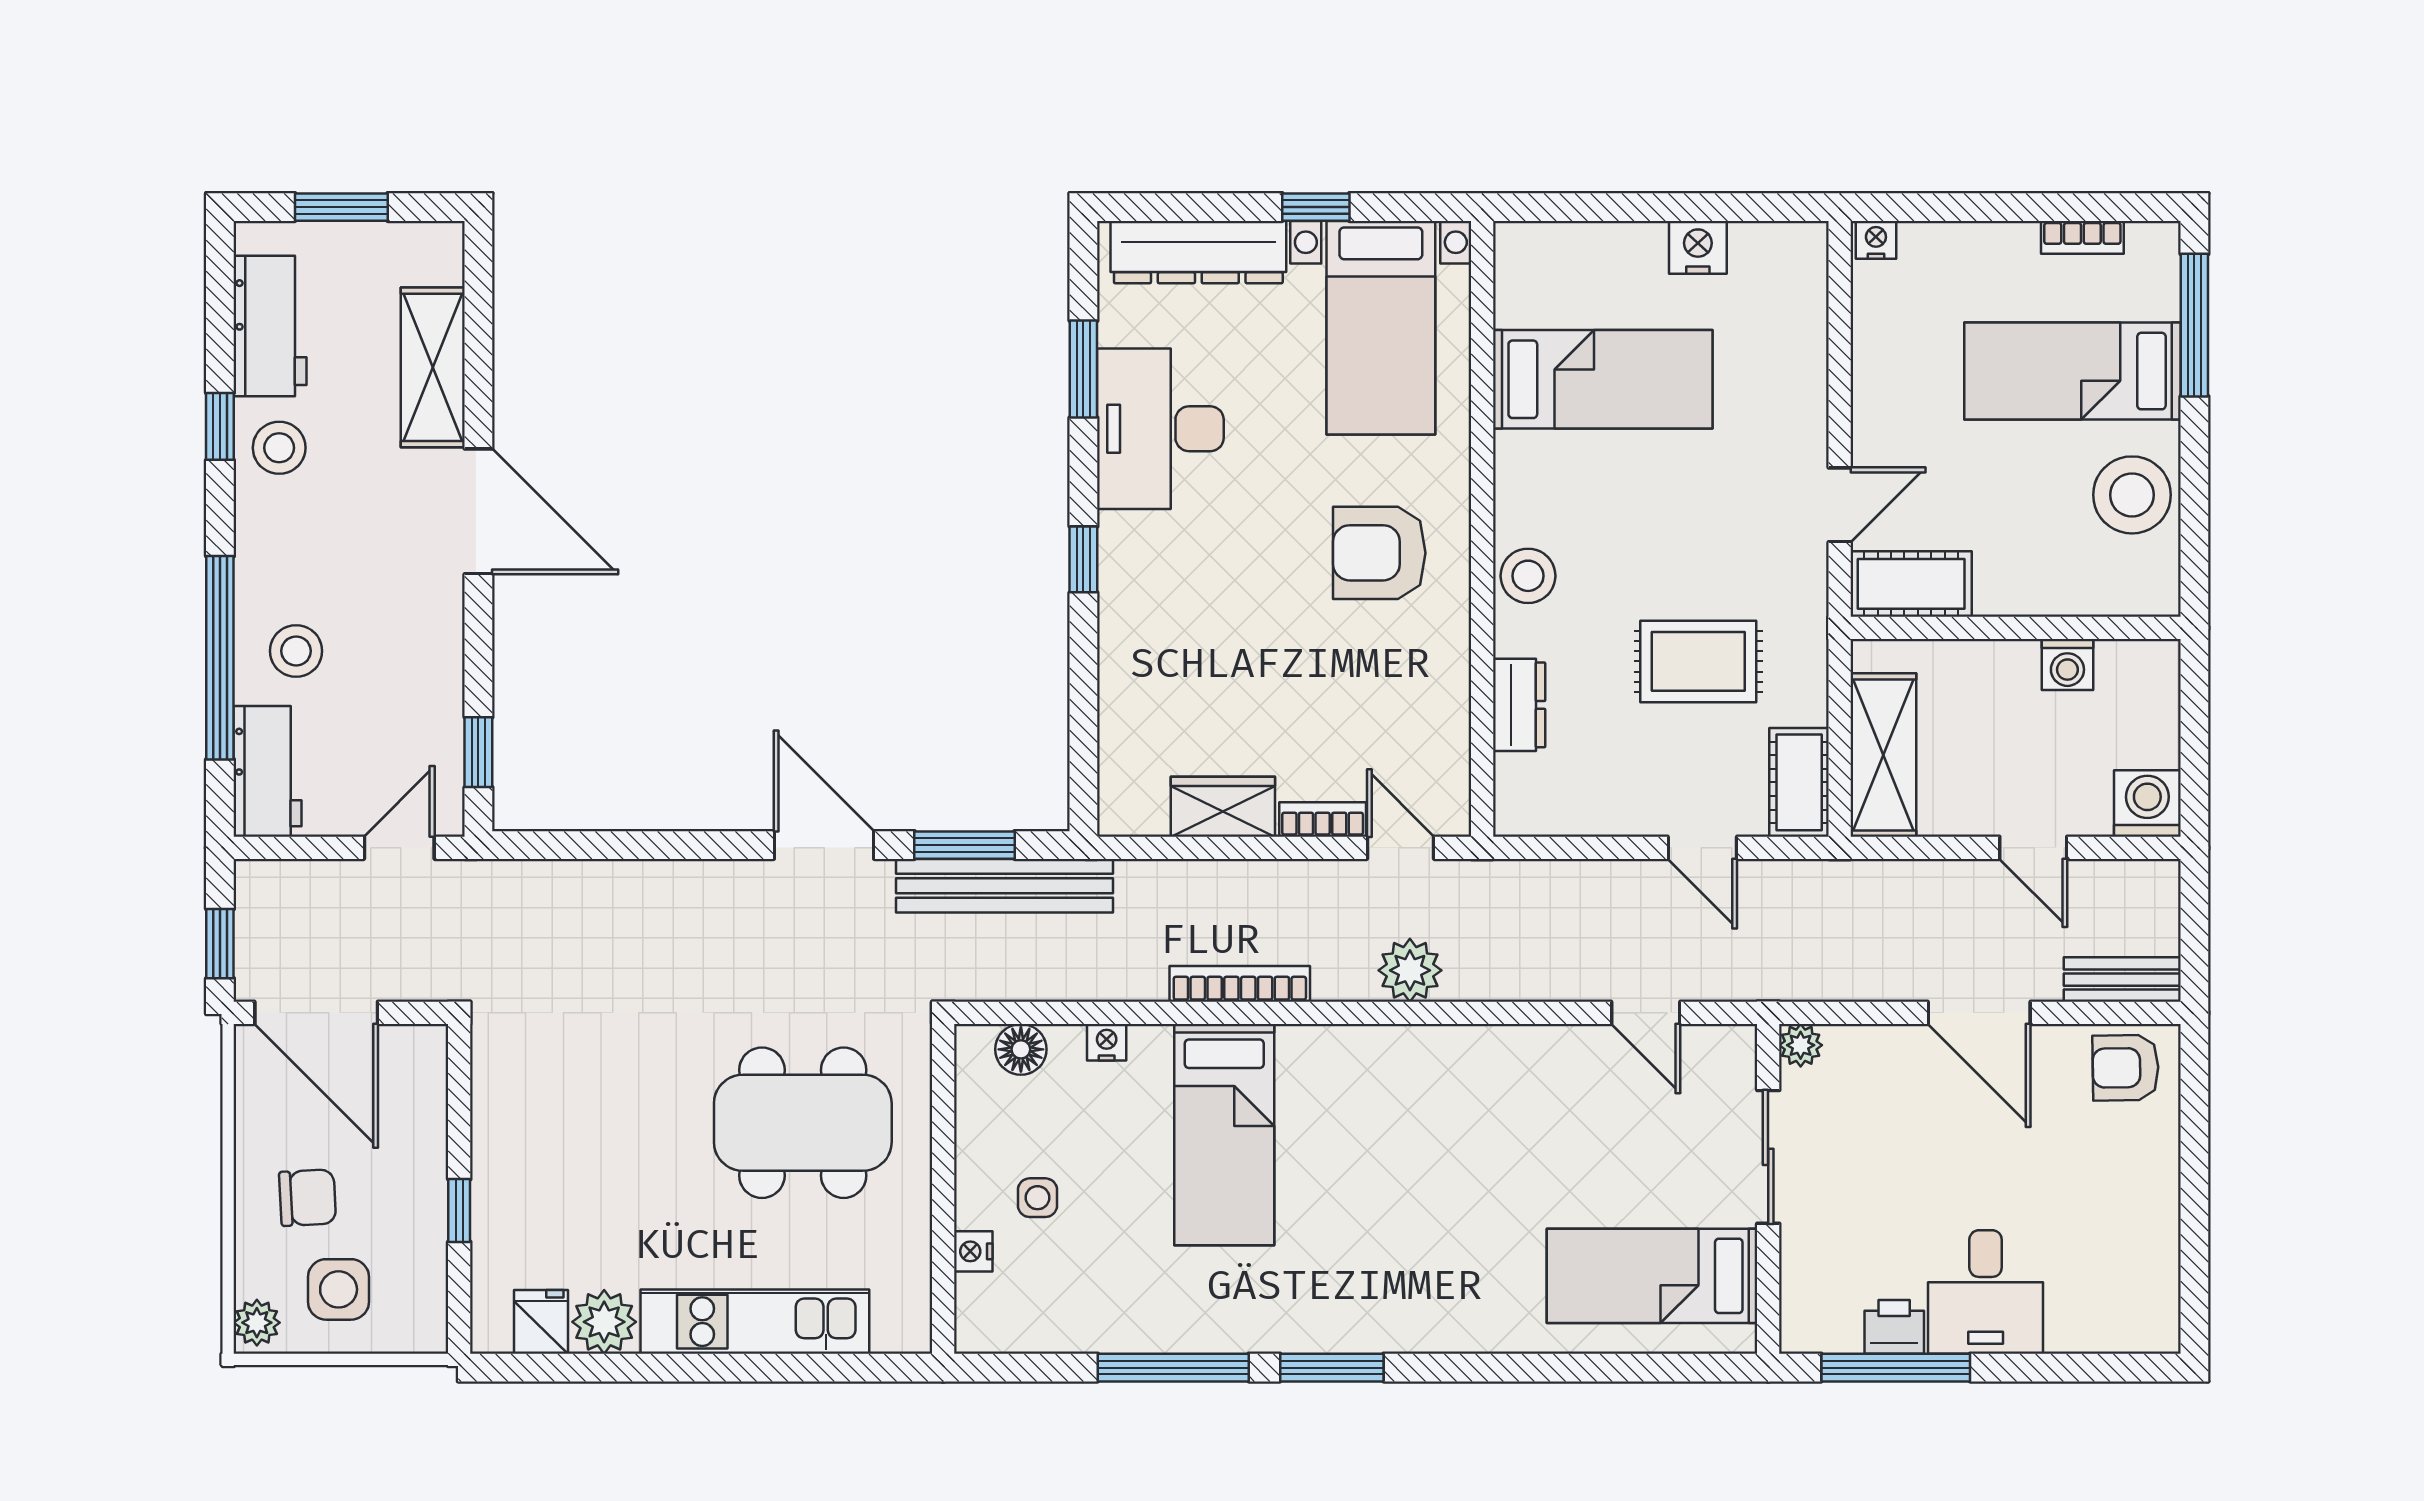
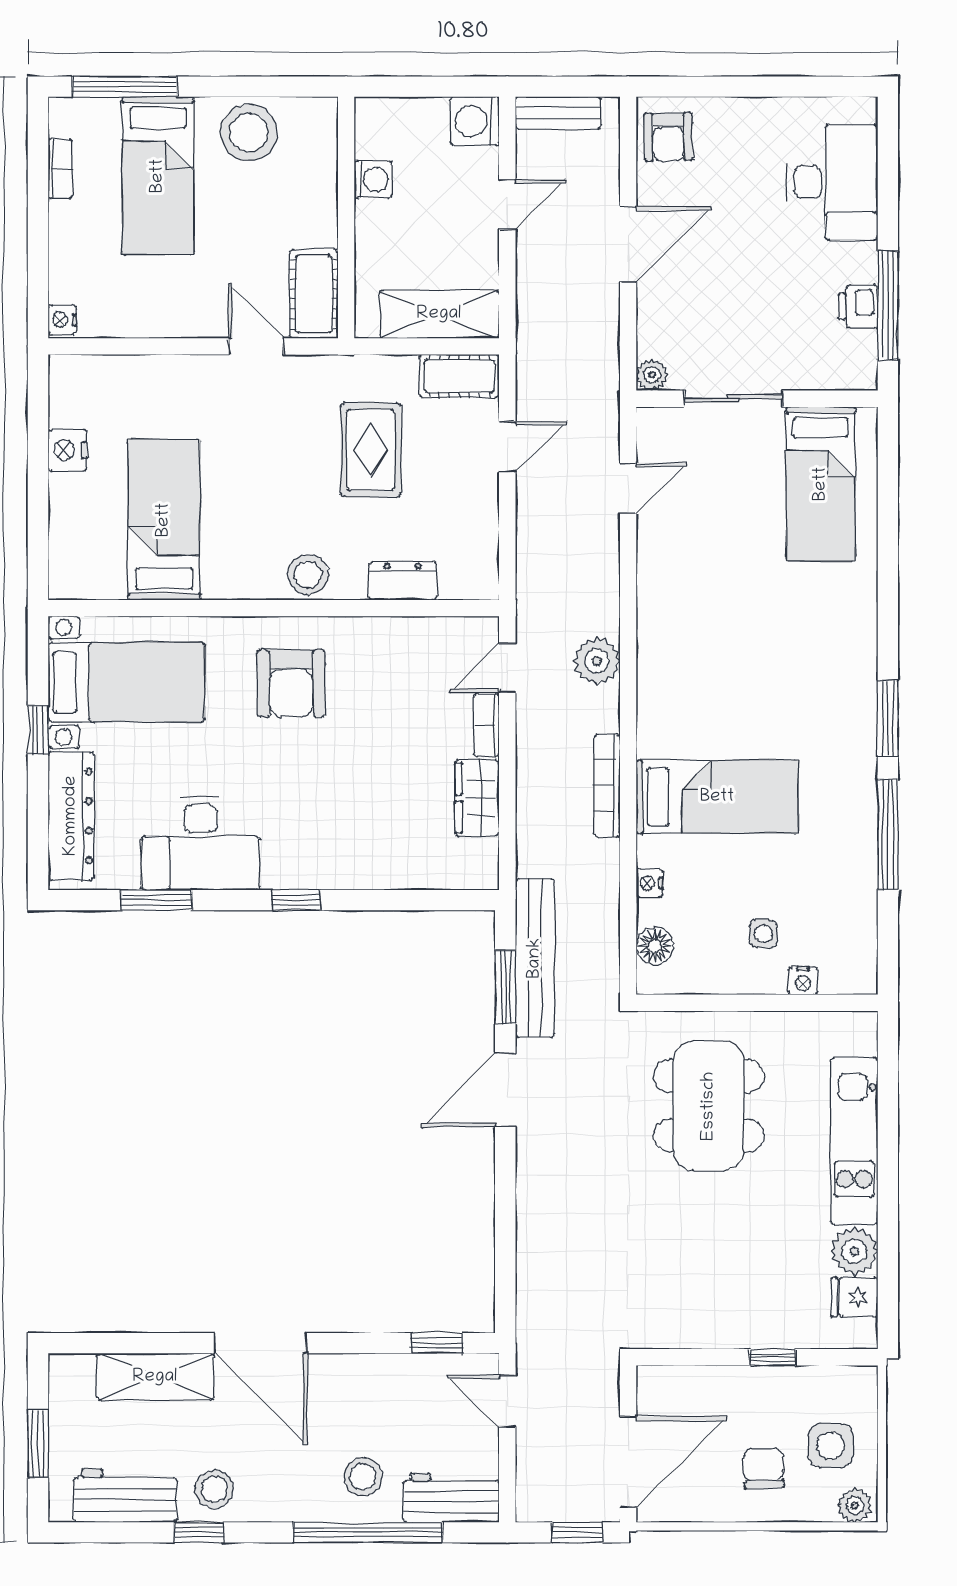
door: (478, 511) -> (261, 1343), swing flipped
bench: (2122, 980) -> (558, 113), moved, turned 90
desk: (1986, 1292) -> (832, 182), moved, width x1.37

